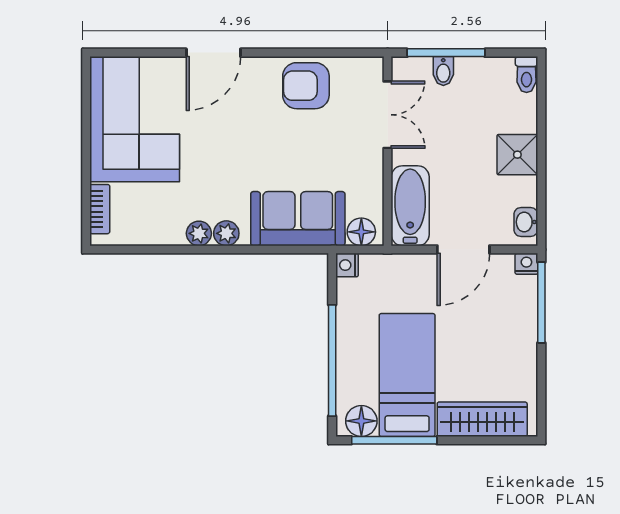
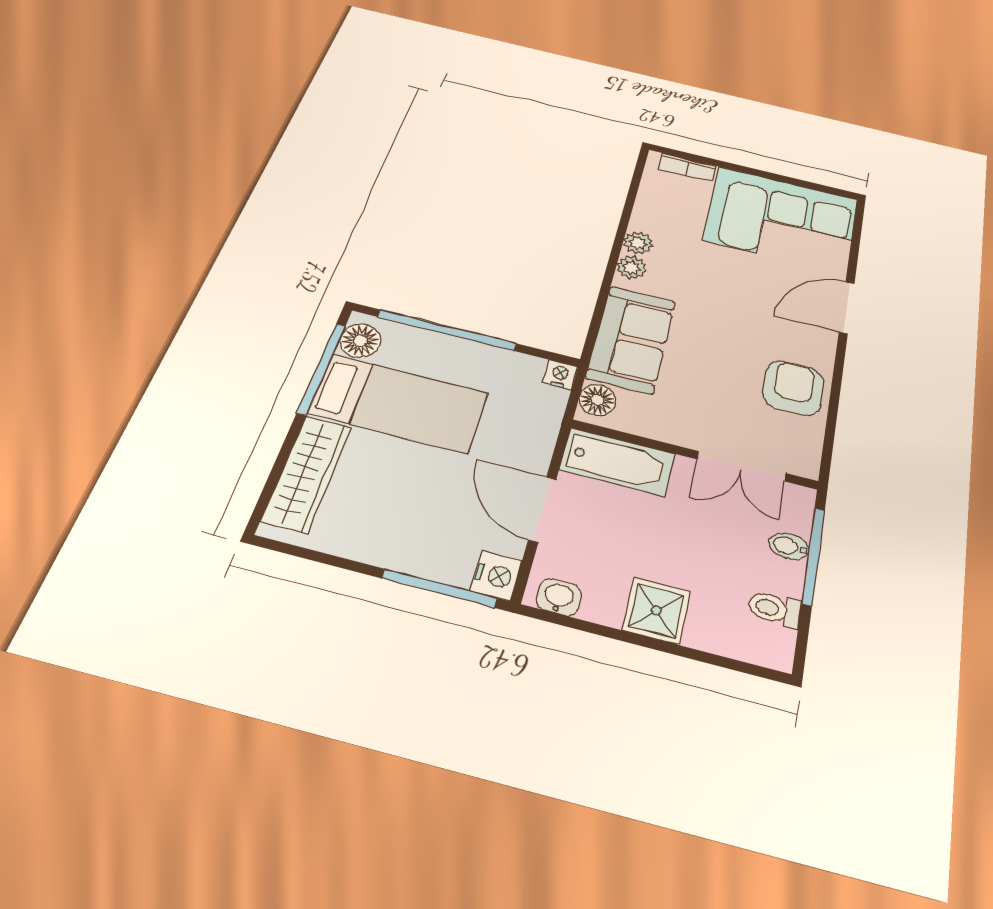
door: (213, 53) -> (847, 308), hinge flipped
toilet: (527, 75) -> (775, 609), moved
nightstand: (526, 264) -> (496, 576), width x1.39, depth x1.35

